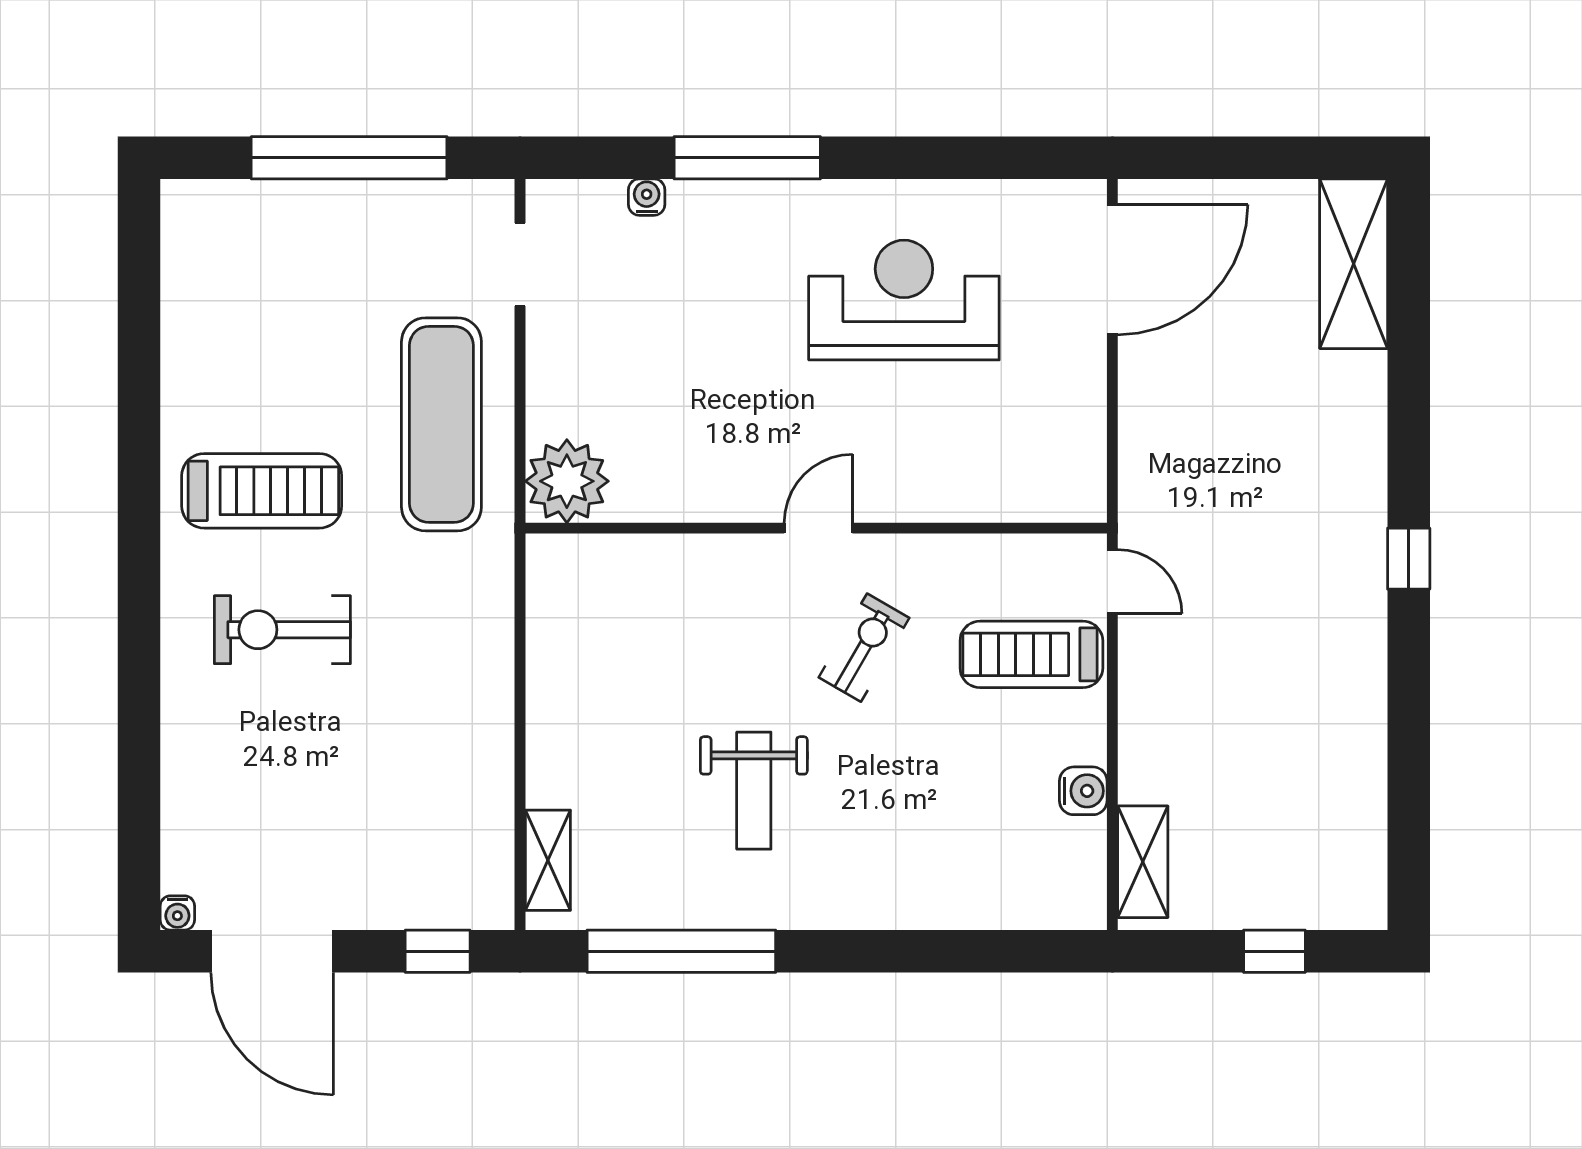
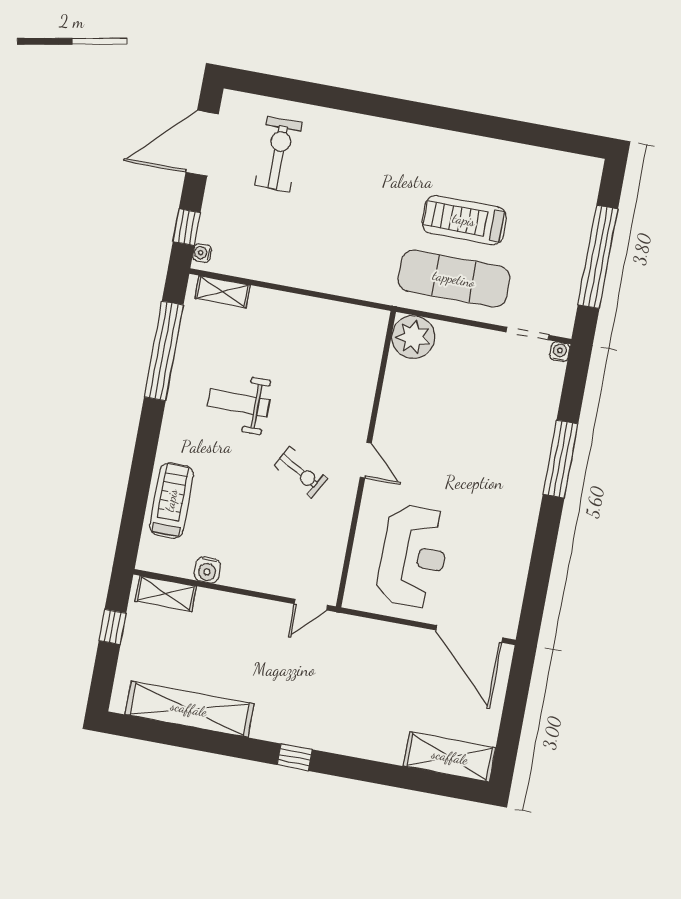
water cooler: (647, 197) -> (560, 352), moved, turned -90
reception desk: (904, 300) -> (413, 556), moved
treadmill: (262, 491) -> (464, 220), moved, turned 90
exercise bike: (282, 630) -> (278, 154), moved
treadmill: (1031, 654) -> (171, 500), moved
shelving: (1355, 776) -> (189, 709), added
water cooler: (177, 913) -> (202, 253), moved
window: (1274, 951) -> (113, 627), moved

